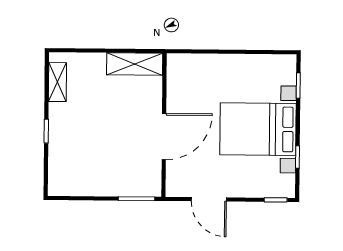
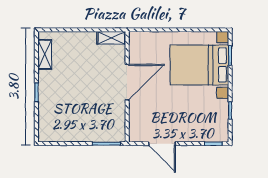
shelving: (135, 64) -> (111, 38), width x0.67, depth x0.75
bed with nightstands: (258, 129) -> (199, 65), moved
door: (164, 136) -> (127, 82), moved

